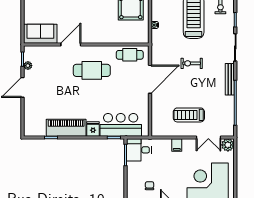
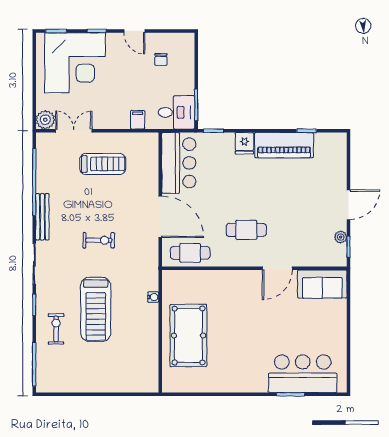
cafe table: (92, 70) -> (246, 230), width x0.73, depth x0.74
door: (150, 79) -> (160, 217), swing flipped
bar counter: (121, 125) -> (179, 163), moved, turned -90
filing cabinet: (177, 145) -> (138, 120), moved

